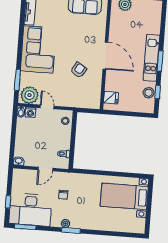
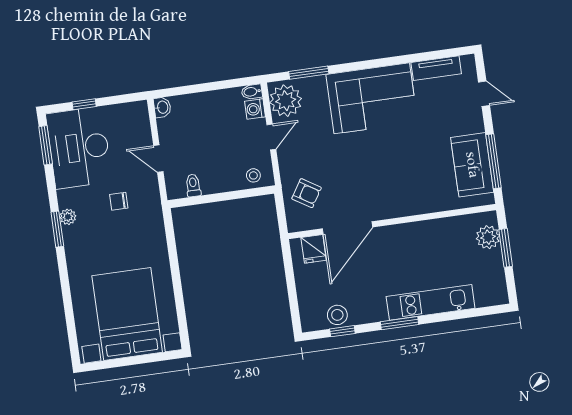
door: (105, 56) -> (347, 228), moved
kitchen unit: (151, 58) -> (431, 302), moved
armchair: (79, 70) -> (307, 193), moved
bed with nightstands: (124, 196) -> (127, 314), width x1.36

